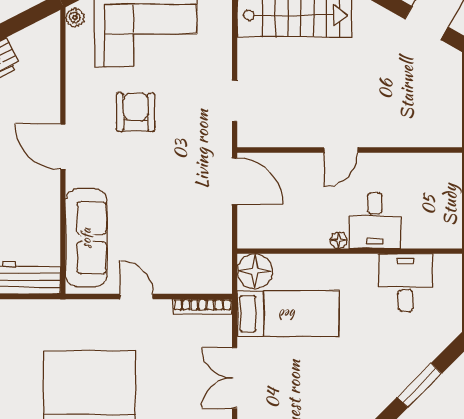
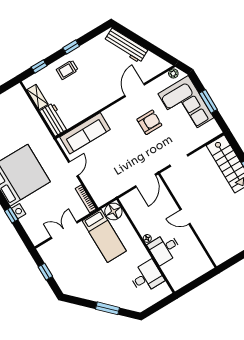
door: (63, 147) -> (135, 90), moved

